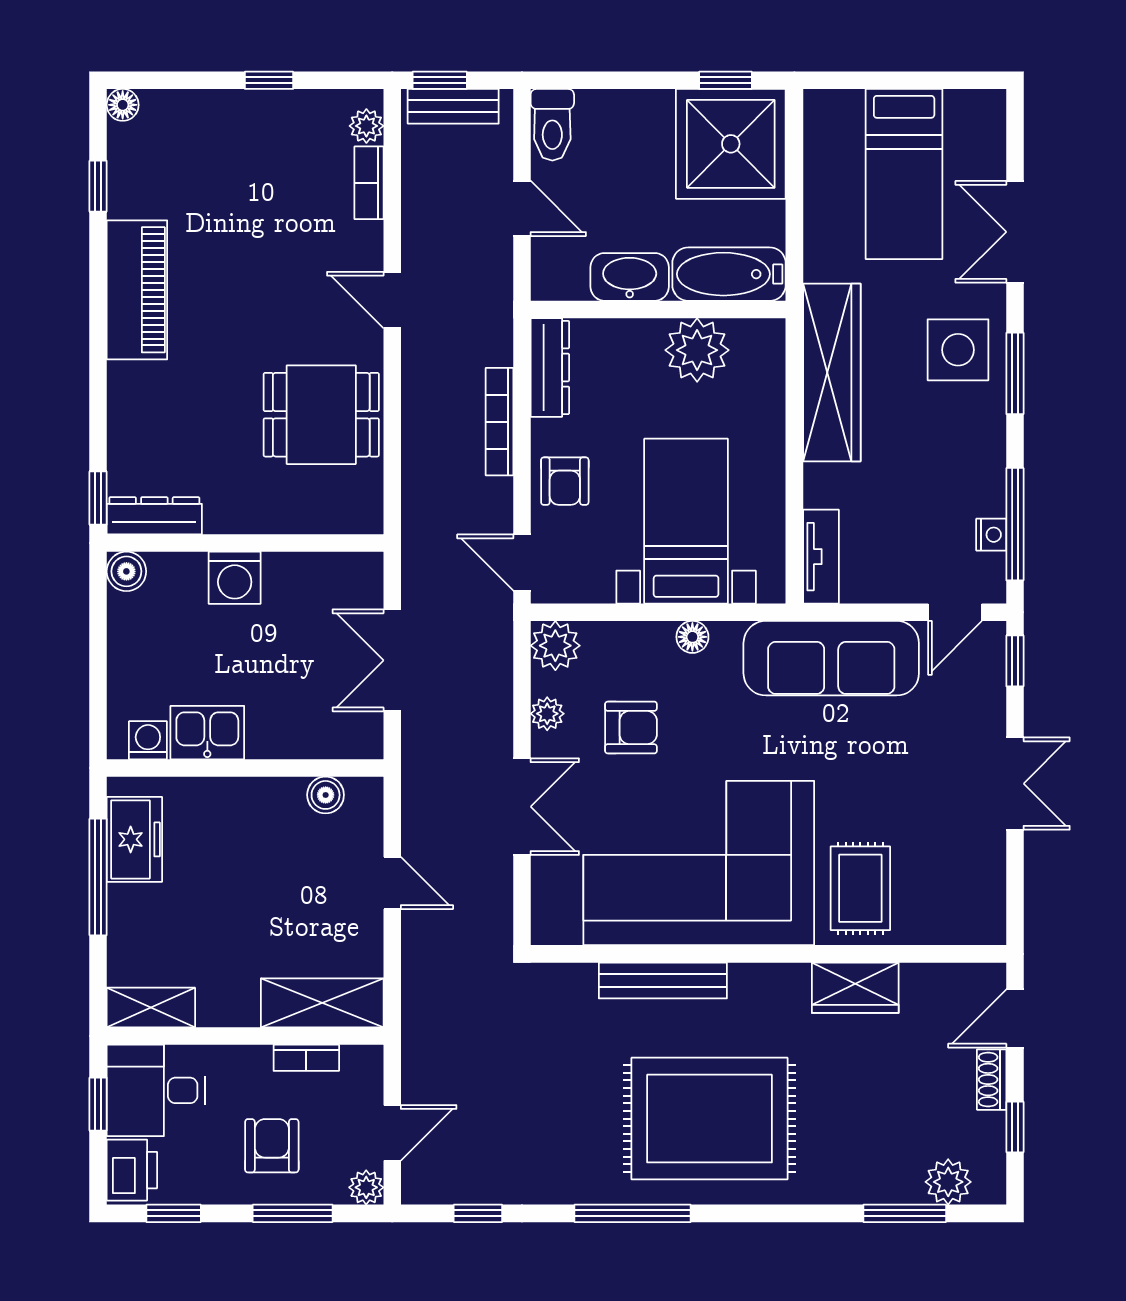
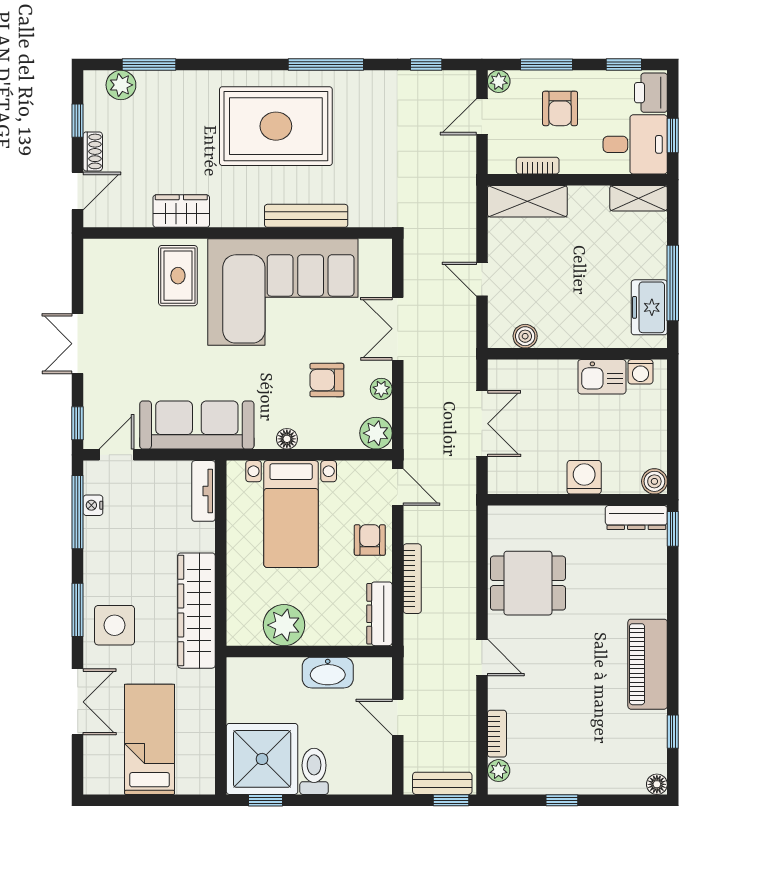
toilet: (552, 125) -> (314, 771), moved
bathtub: (729, 274) -> (263, 674), removed

